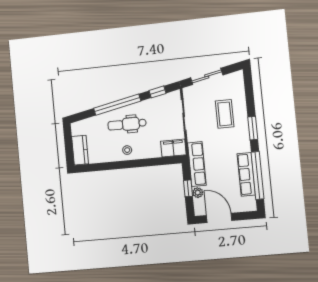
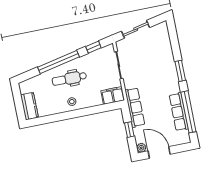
coffee table: (225, 114) -> (155, 61), removed
plant: (198, 193) -> (141, 148), moved

